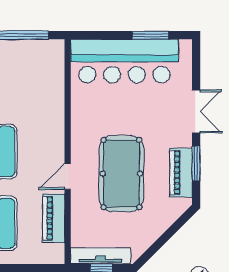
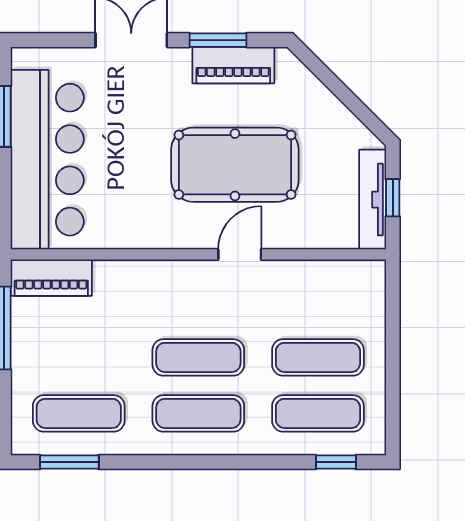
door: (68, 176) -> (240, 254), swing flipped
piano: (54, 218) -> (51, 278), moved

